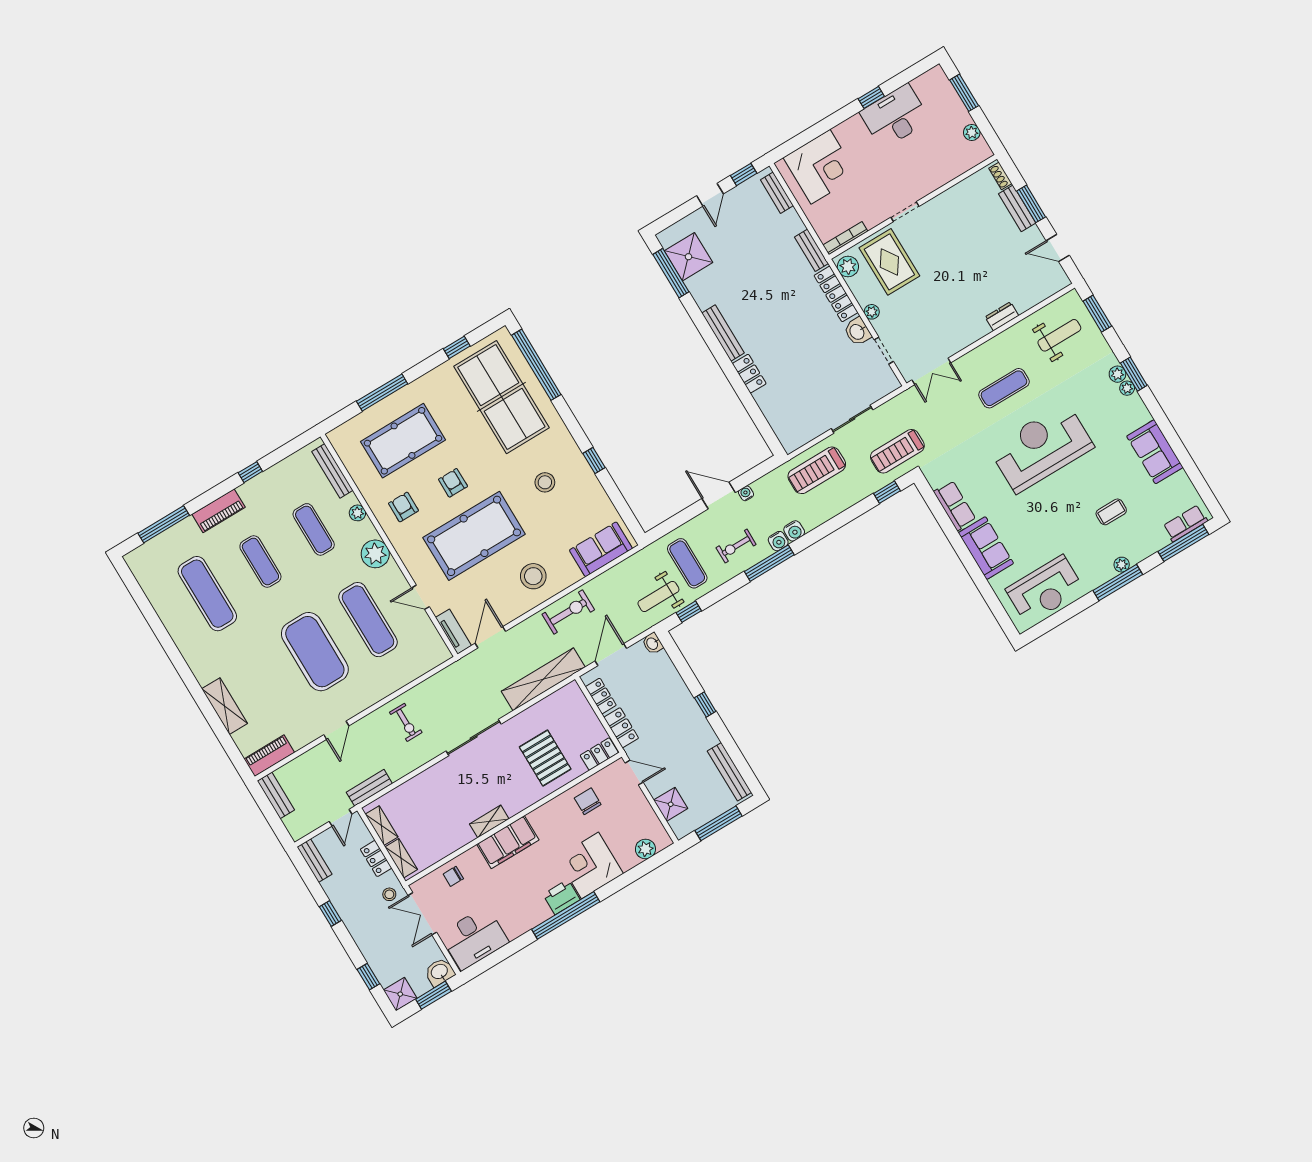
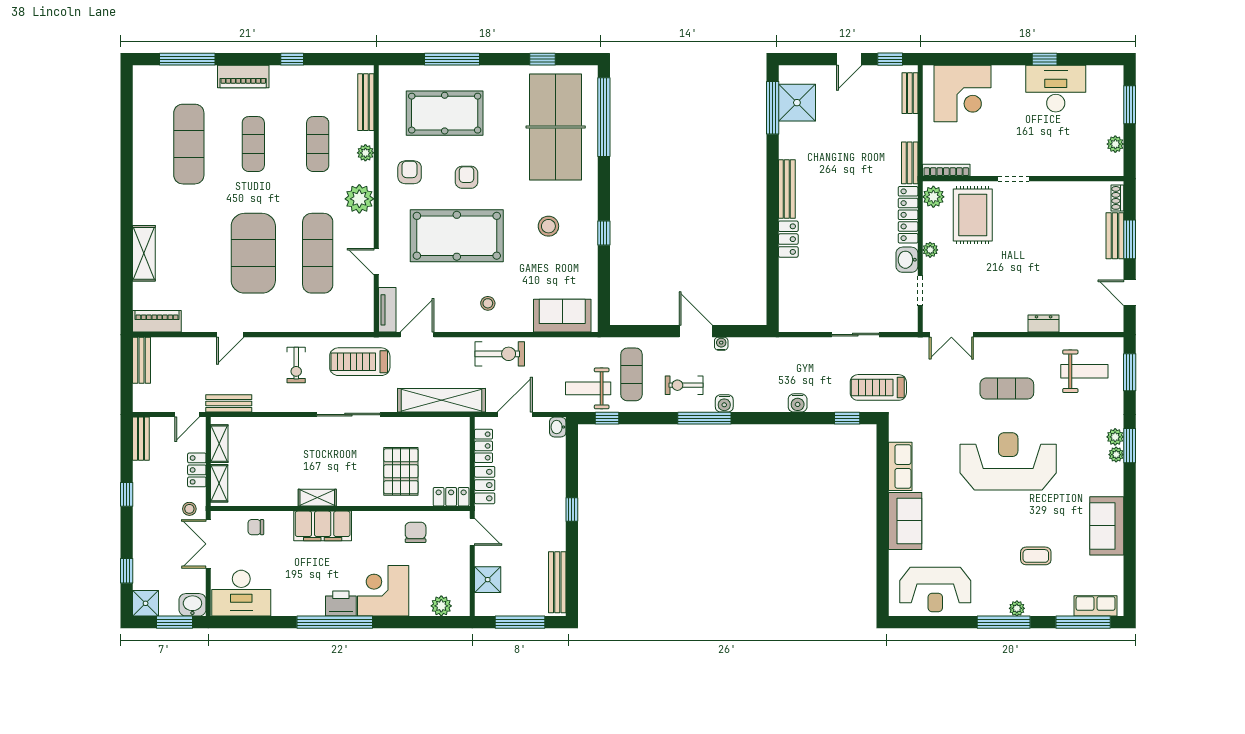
treadmill: (817, 470) -> (360, 362), moved
water cooler: (794, 531) -> (798, 403), moved
stool: (533, 576) -> (488, 303), width x0.53, depth x0.53

